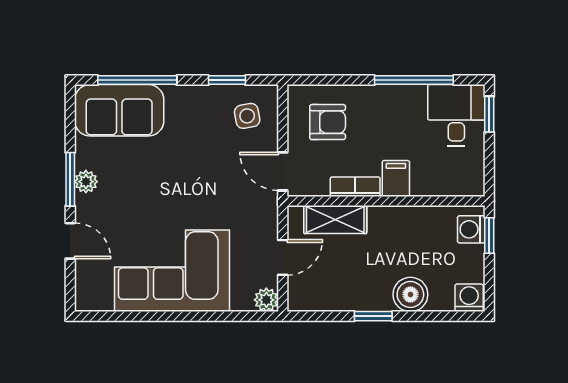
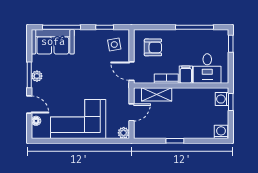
desk: (456, 115) -> (207, 68), moved, turned 180
floor lamp: (84, 275) -> (36, 121), added
boiler: (410, 294) -> (193, 130), removed

